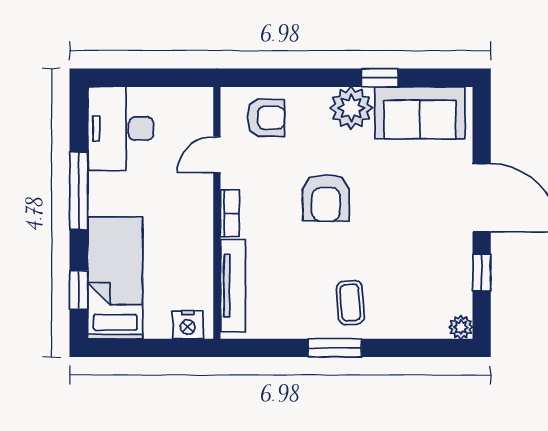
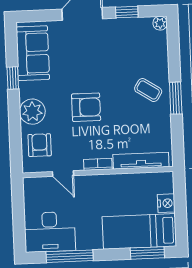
plant: (351, 108) -> (32, 112), moved
window: (79, 191) -> (70, 256), moved
window: (79, 290) -> (147, 253), width x1.50
coffee table: (350, 303) -> (148, 90), turned 37
nightstand: (188, 325) -> (166, 203), moved

